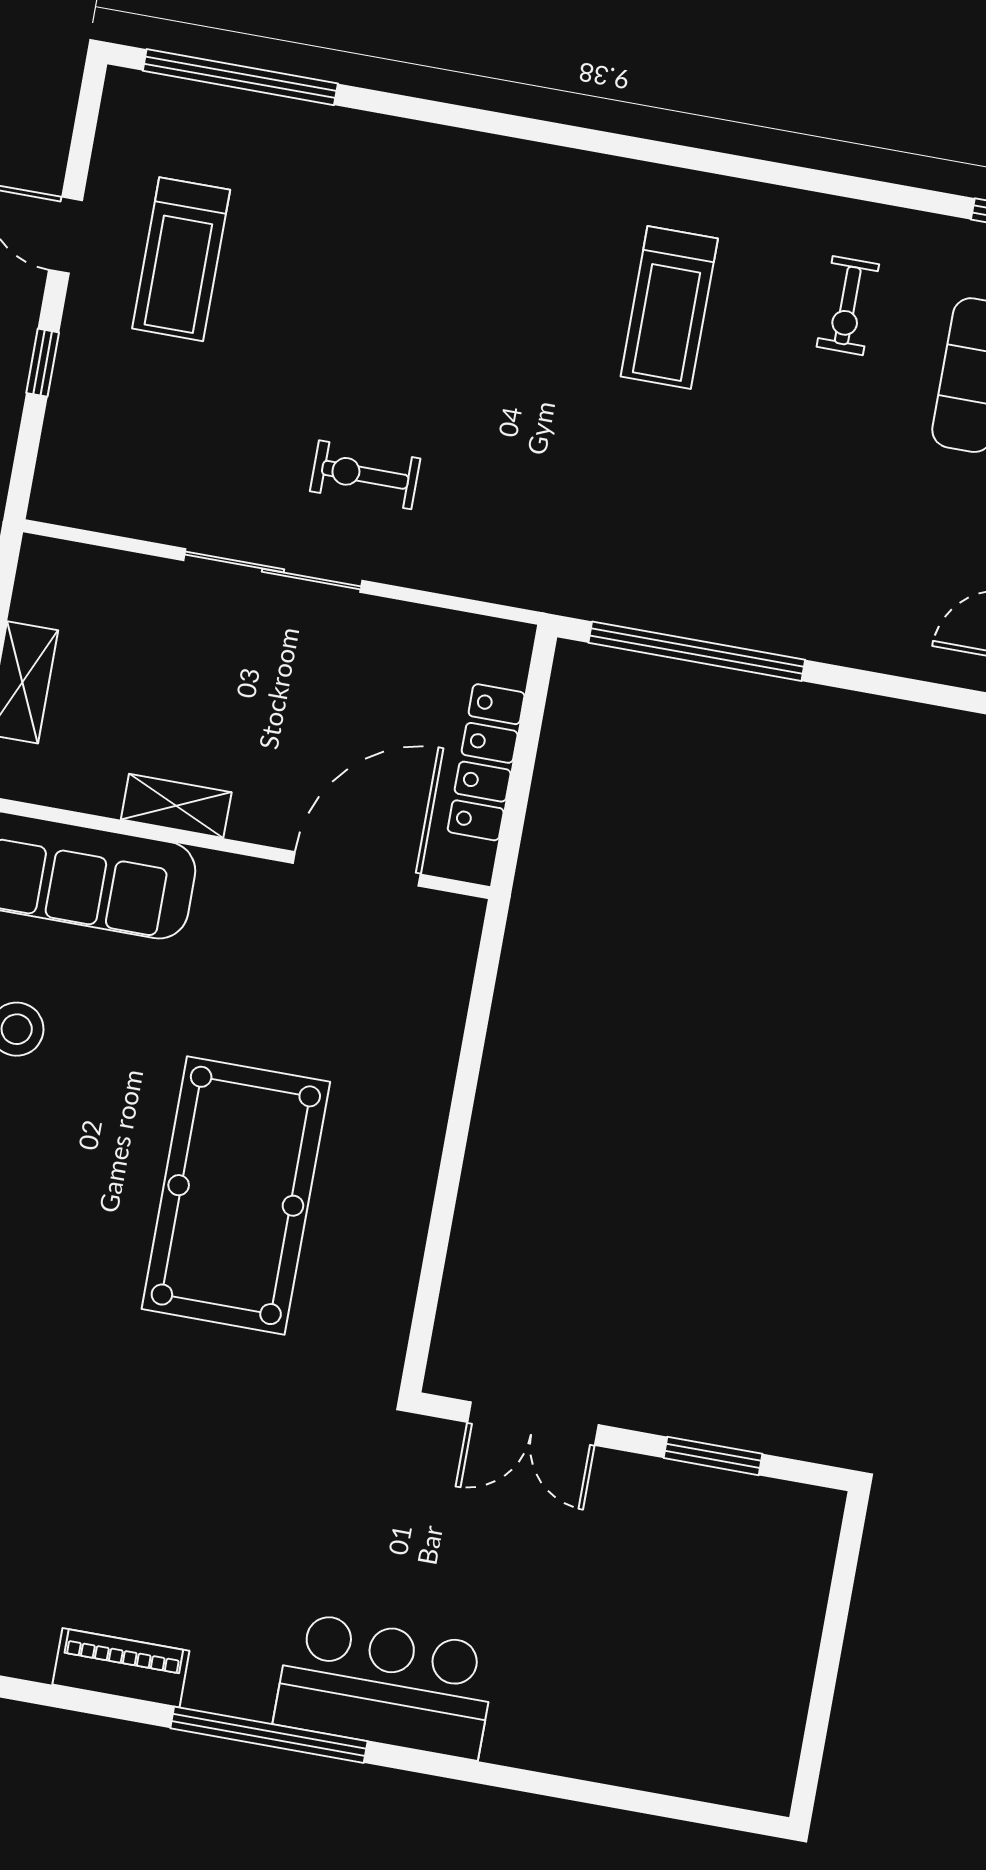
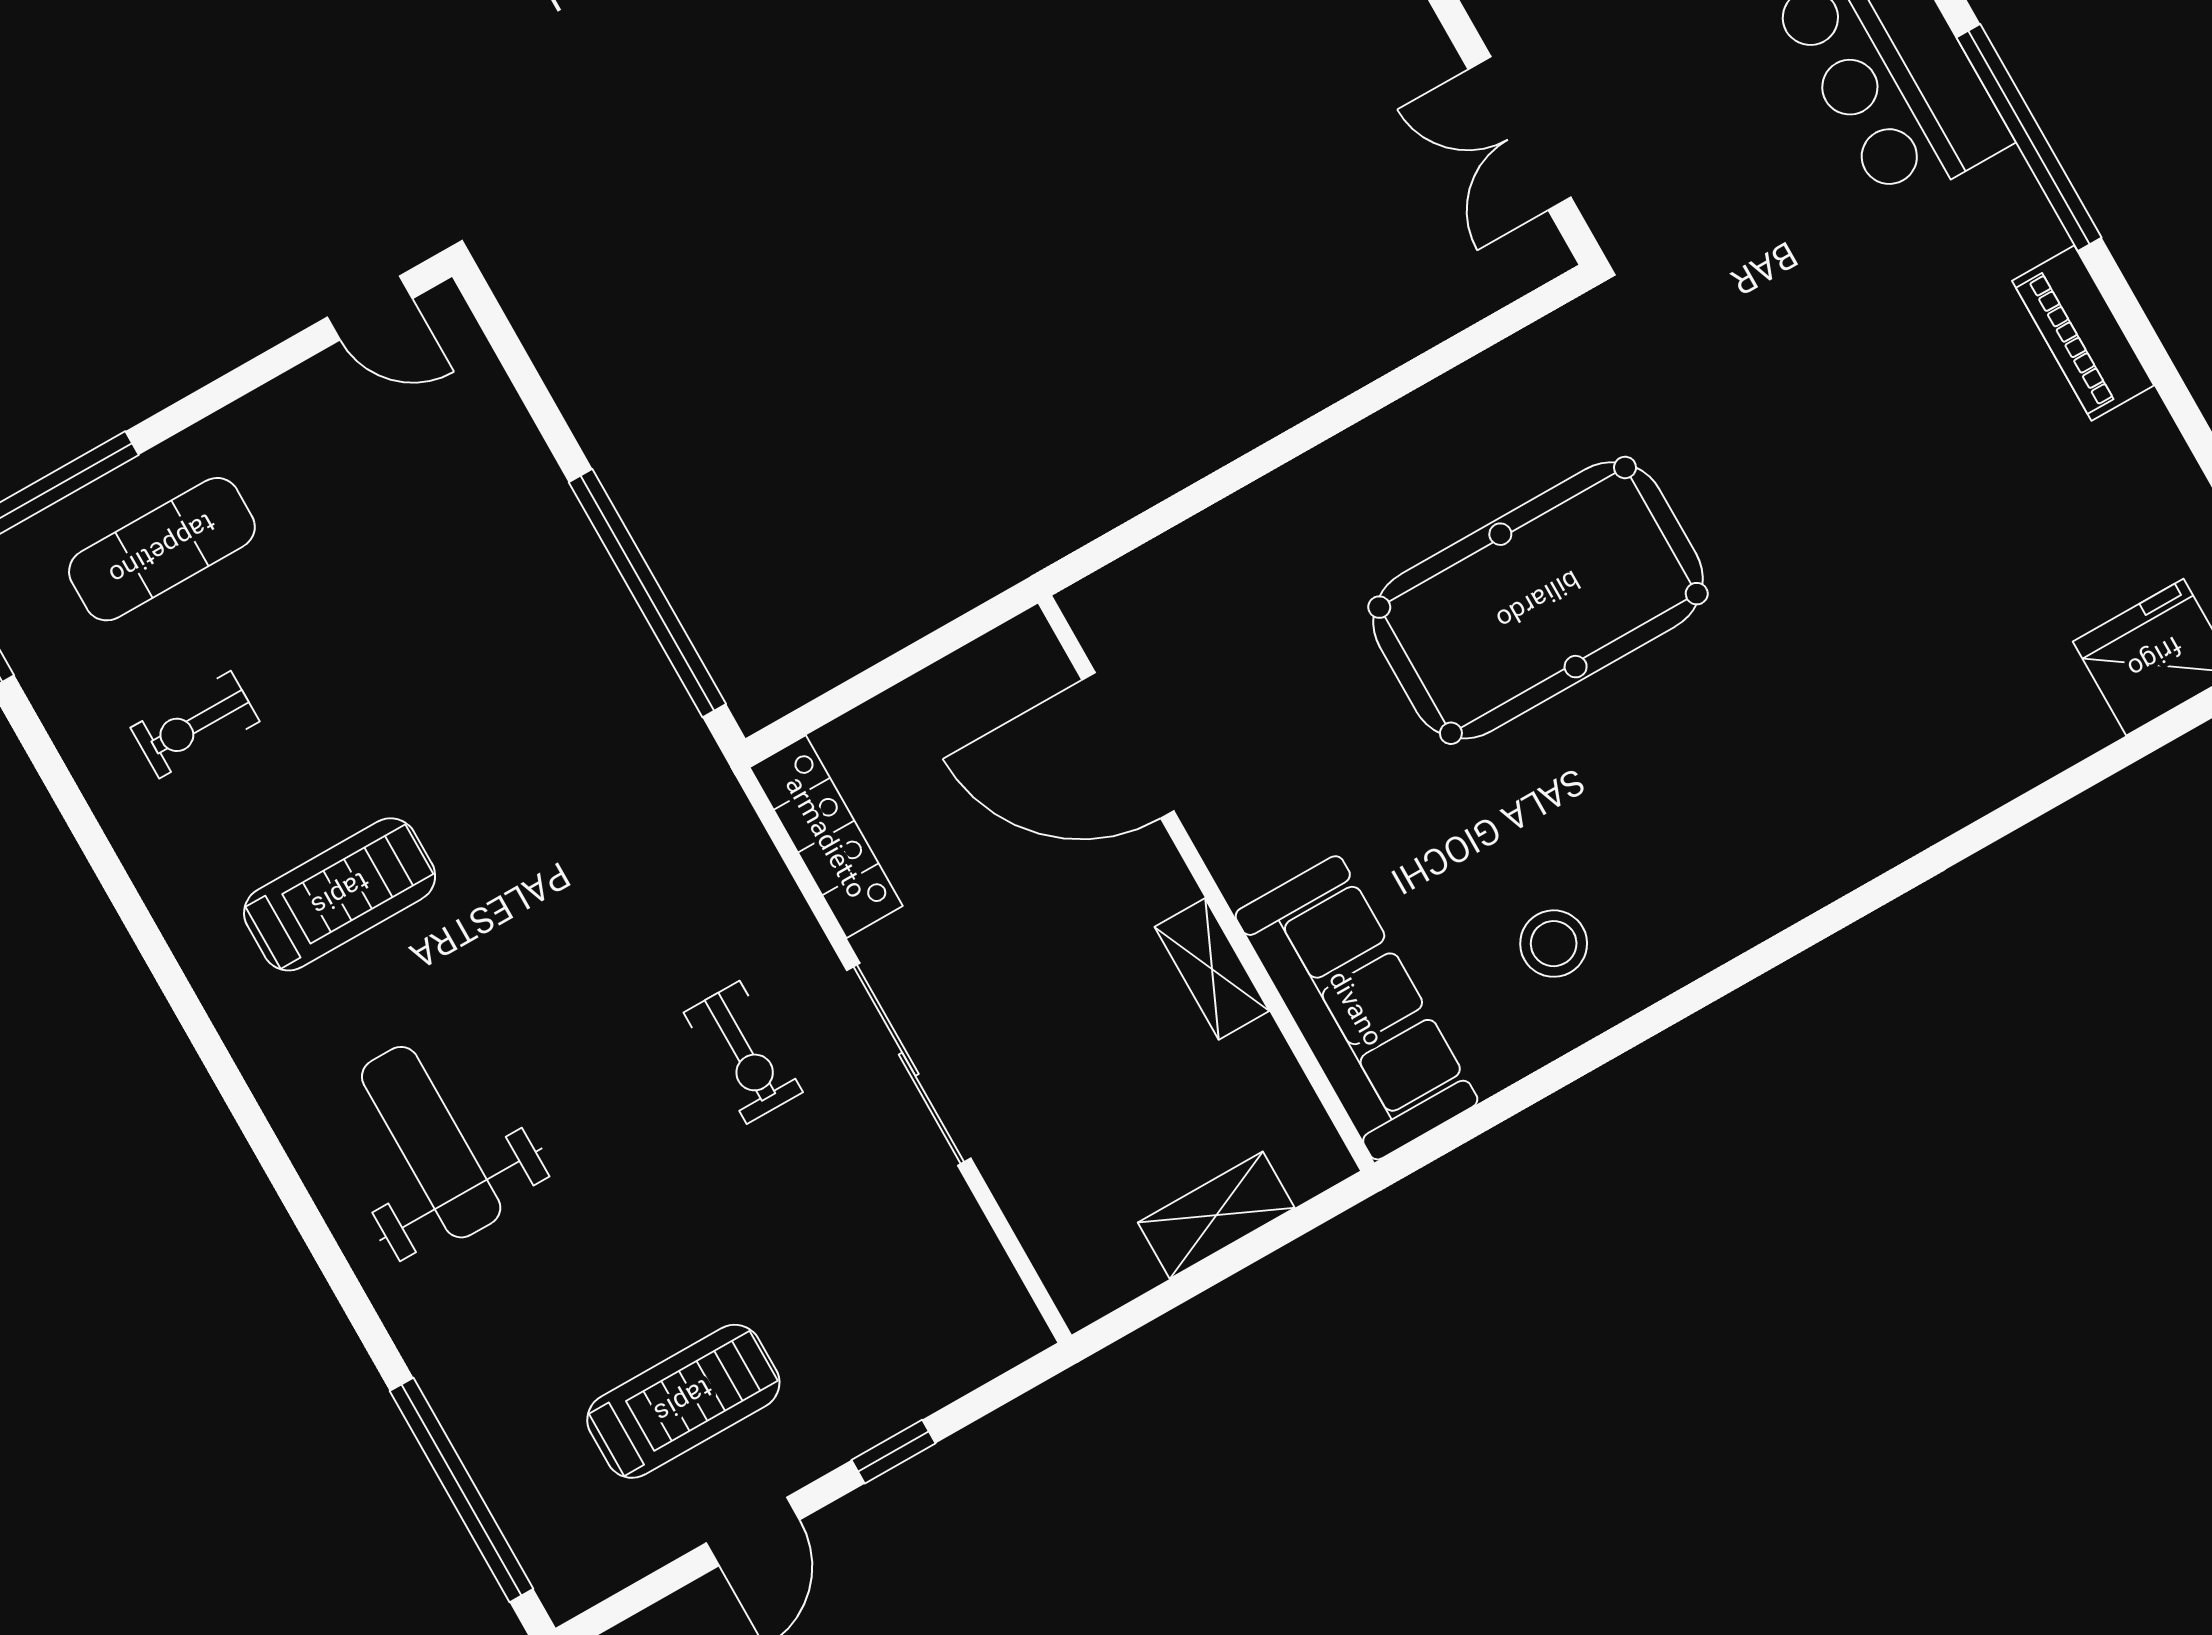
weight bench: (470, 237) -> (431, 1142), added
exercise bike: (848, 306) -> (195, 725), turned 180
locker: (486, 762) -> (826, 837), moved, turned -90
double door: (533, 1424) -> (1519, 133), swing flipped

